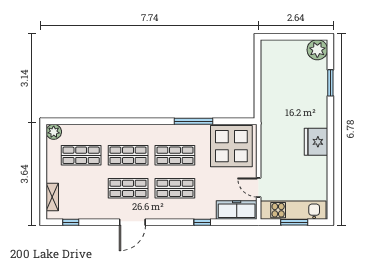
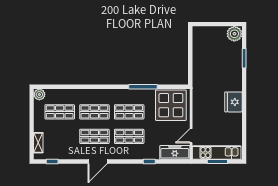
door: (259, 187) -> (191, 136), hinge flipped

